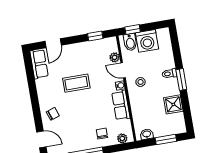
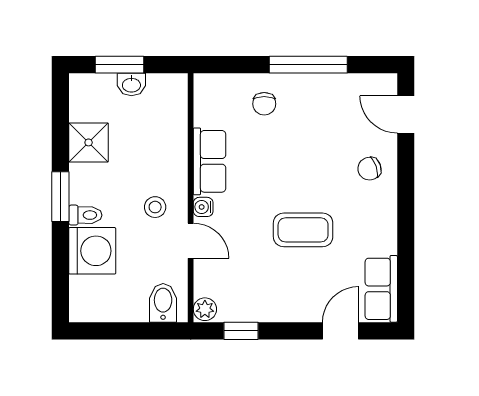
window: (133, 30) -> (153, 331), removed
washing machine: (147, 41) -> (92, 251), moved, turned 90
plant: (115, 57) -> (205, 309), moved
washbasin: (147, 134) -> (131, 84), moved
plant: (122, 138) -> (219, 85), removed

